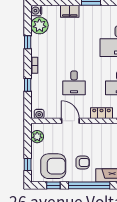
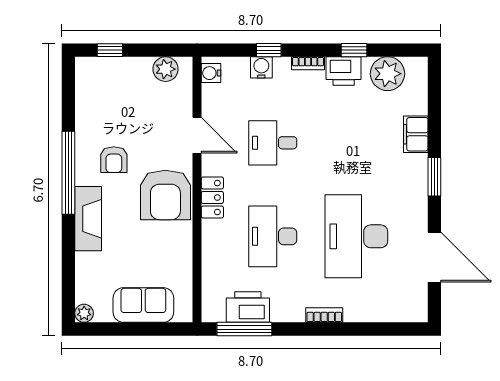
water cooler: (36, 11) -> (261, 67), moved
printer: (38, 47) -> (344, 71), added
door: (70, 121) -> (197, 135), hinge flipped
armchair: (53, 166) -> (165, 195), moved
window: (53, 185) -> (68, 102), removed

